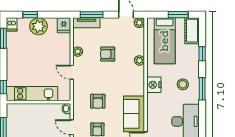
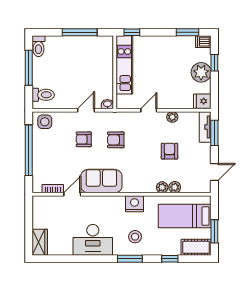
plant: (139, 23) -> (175, 187), moved

